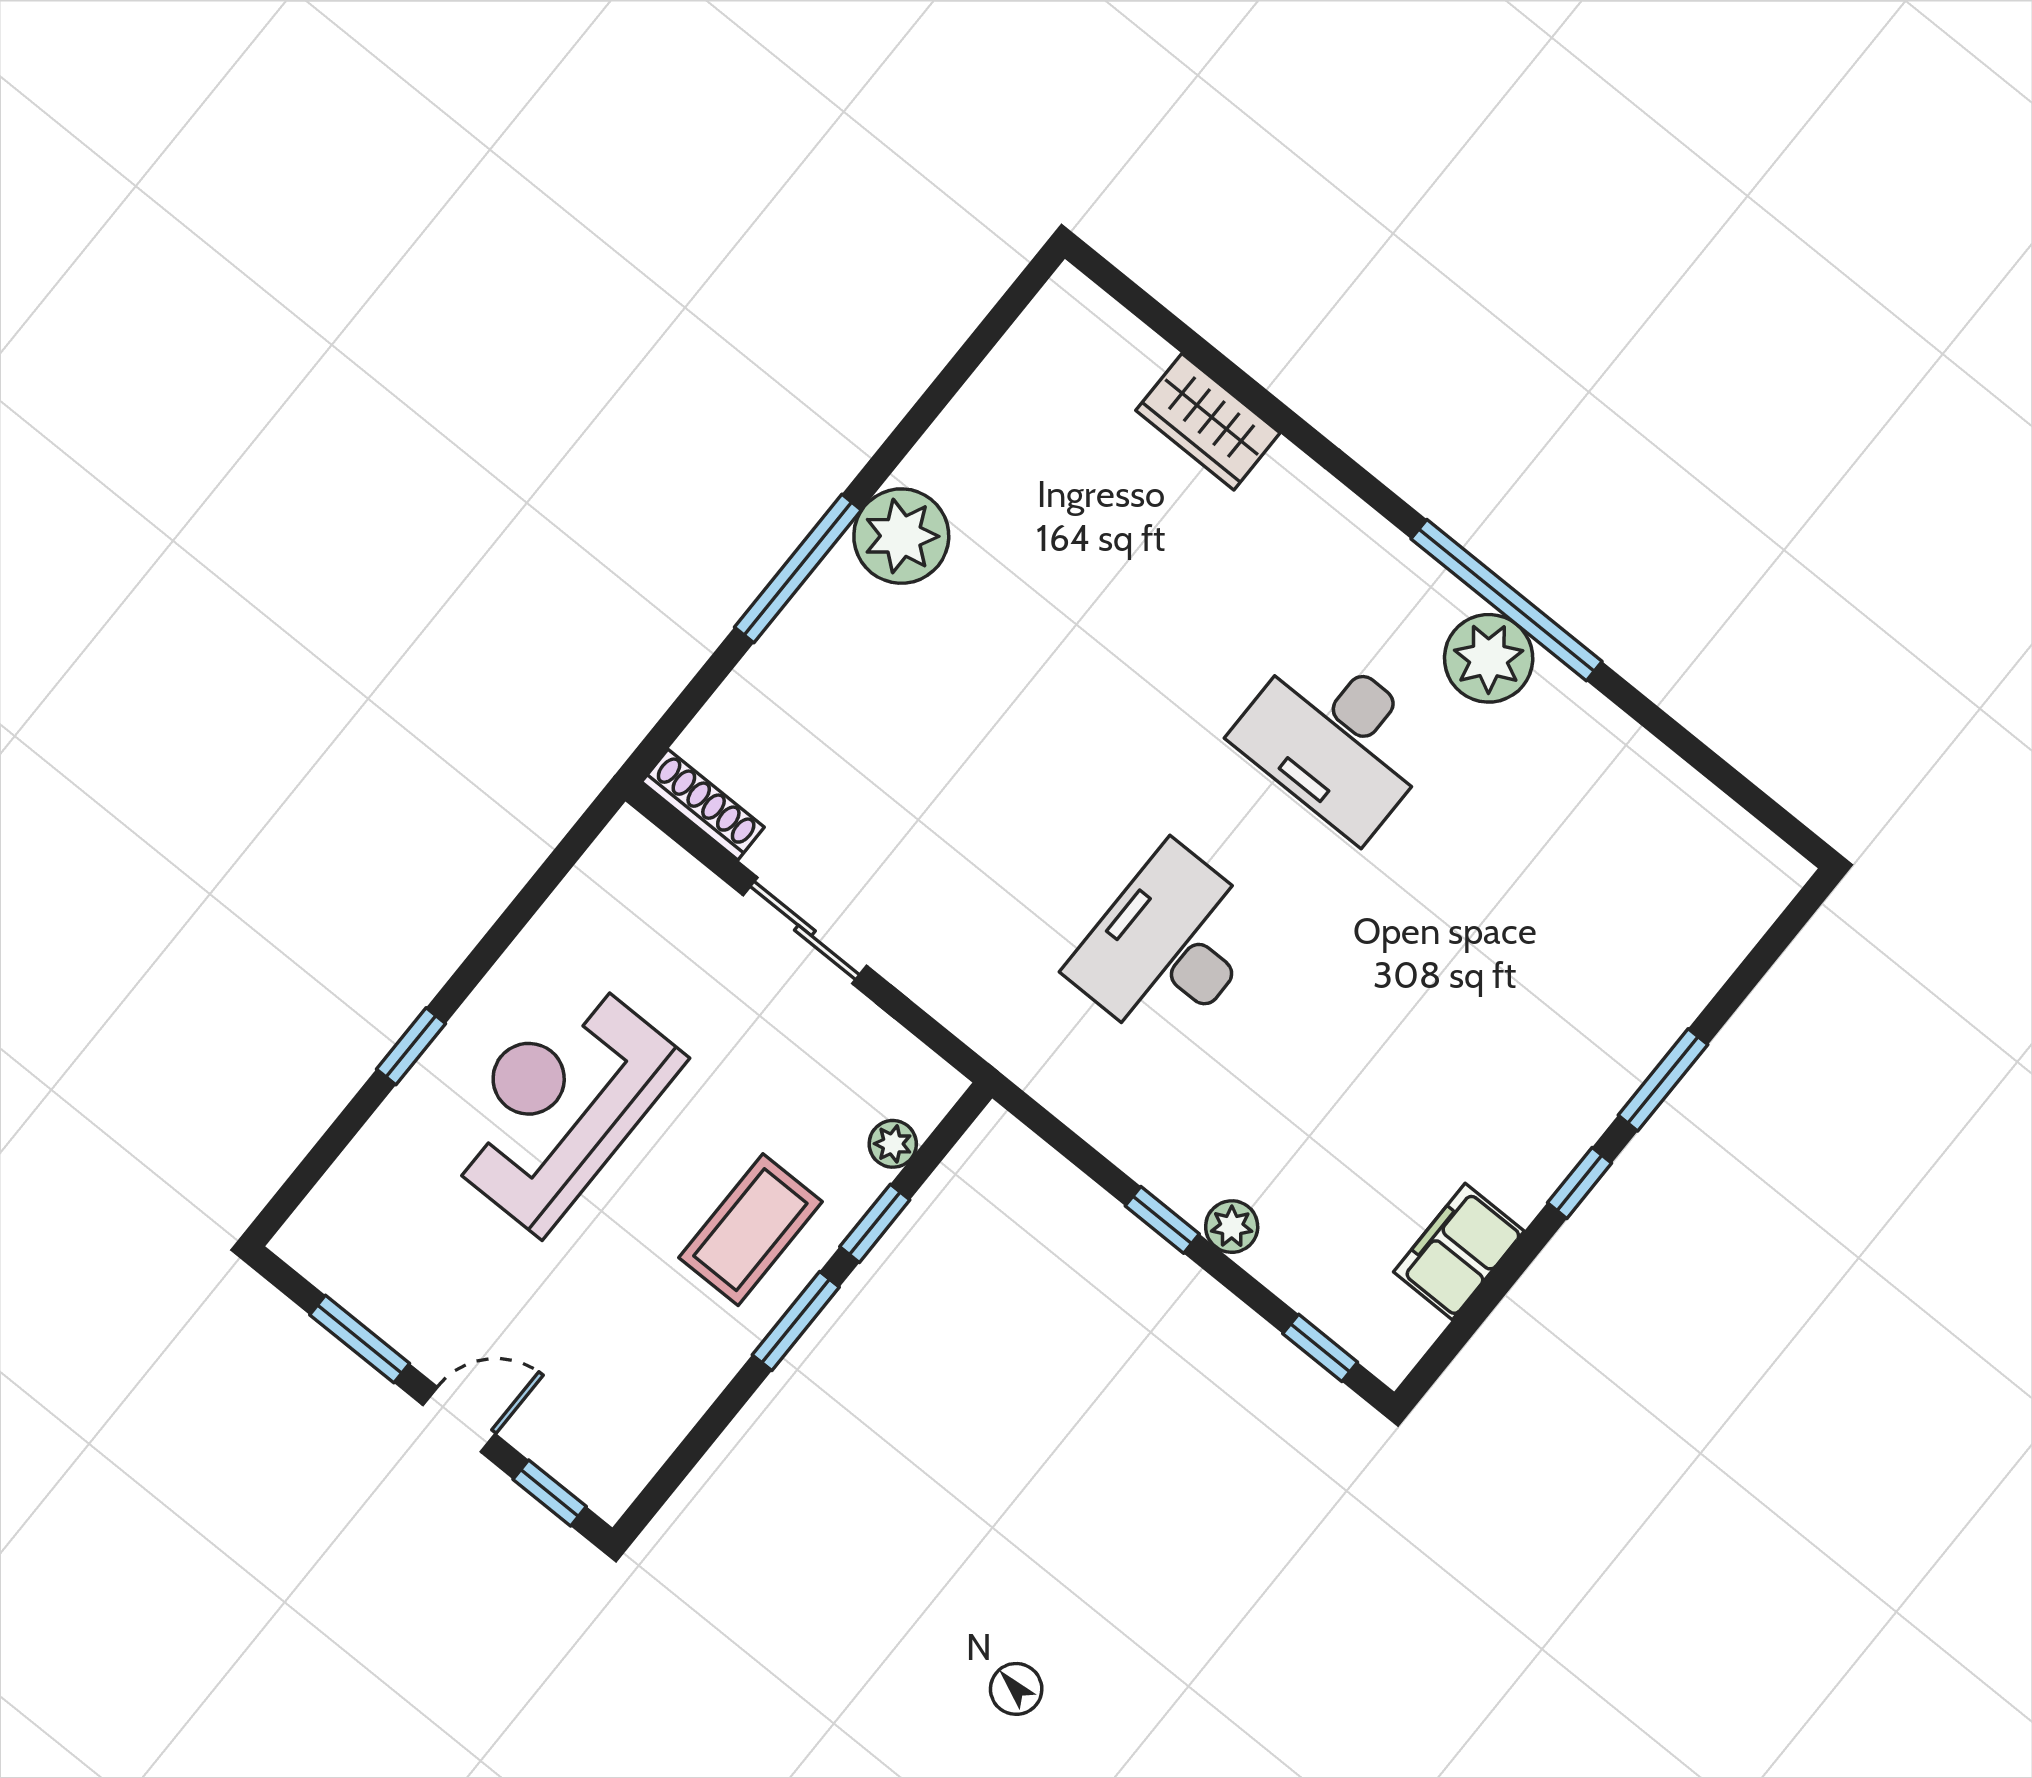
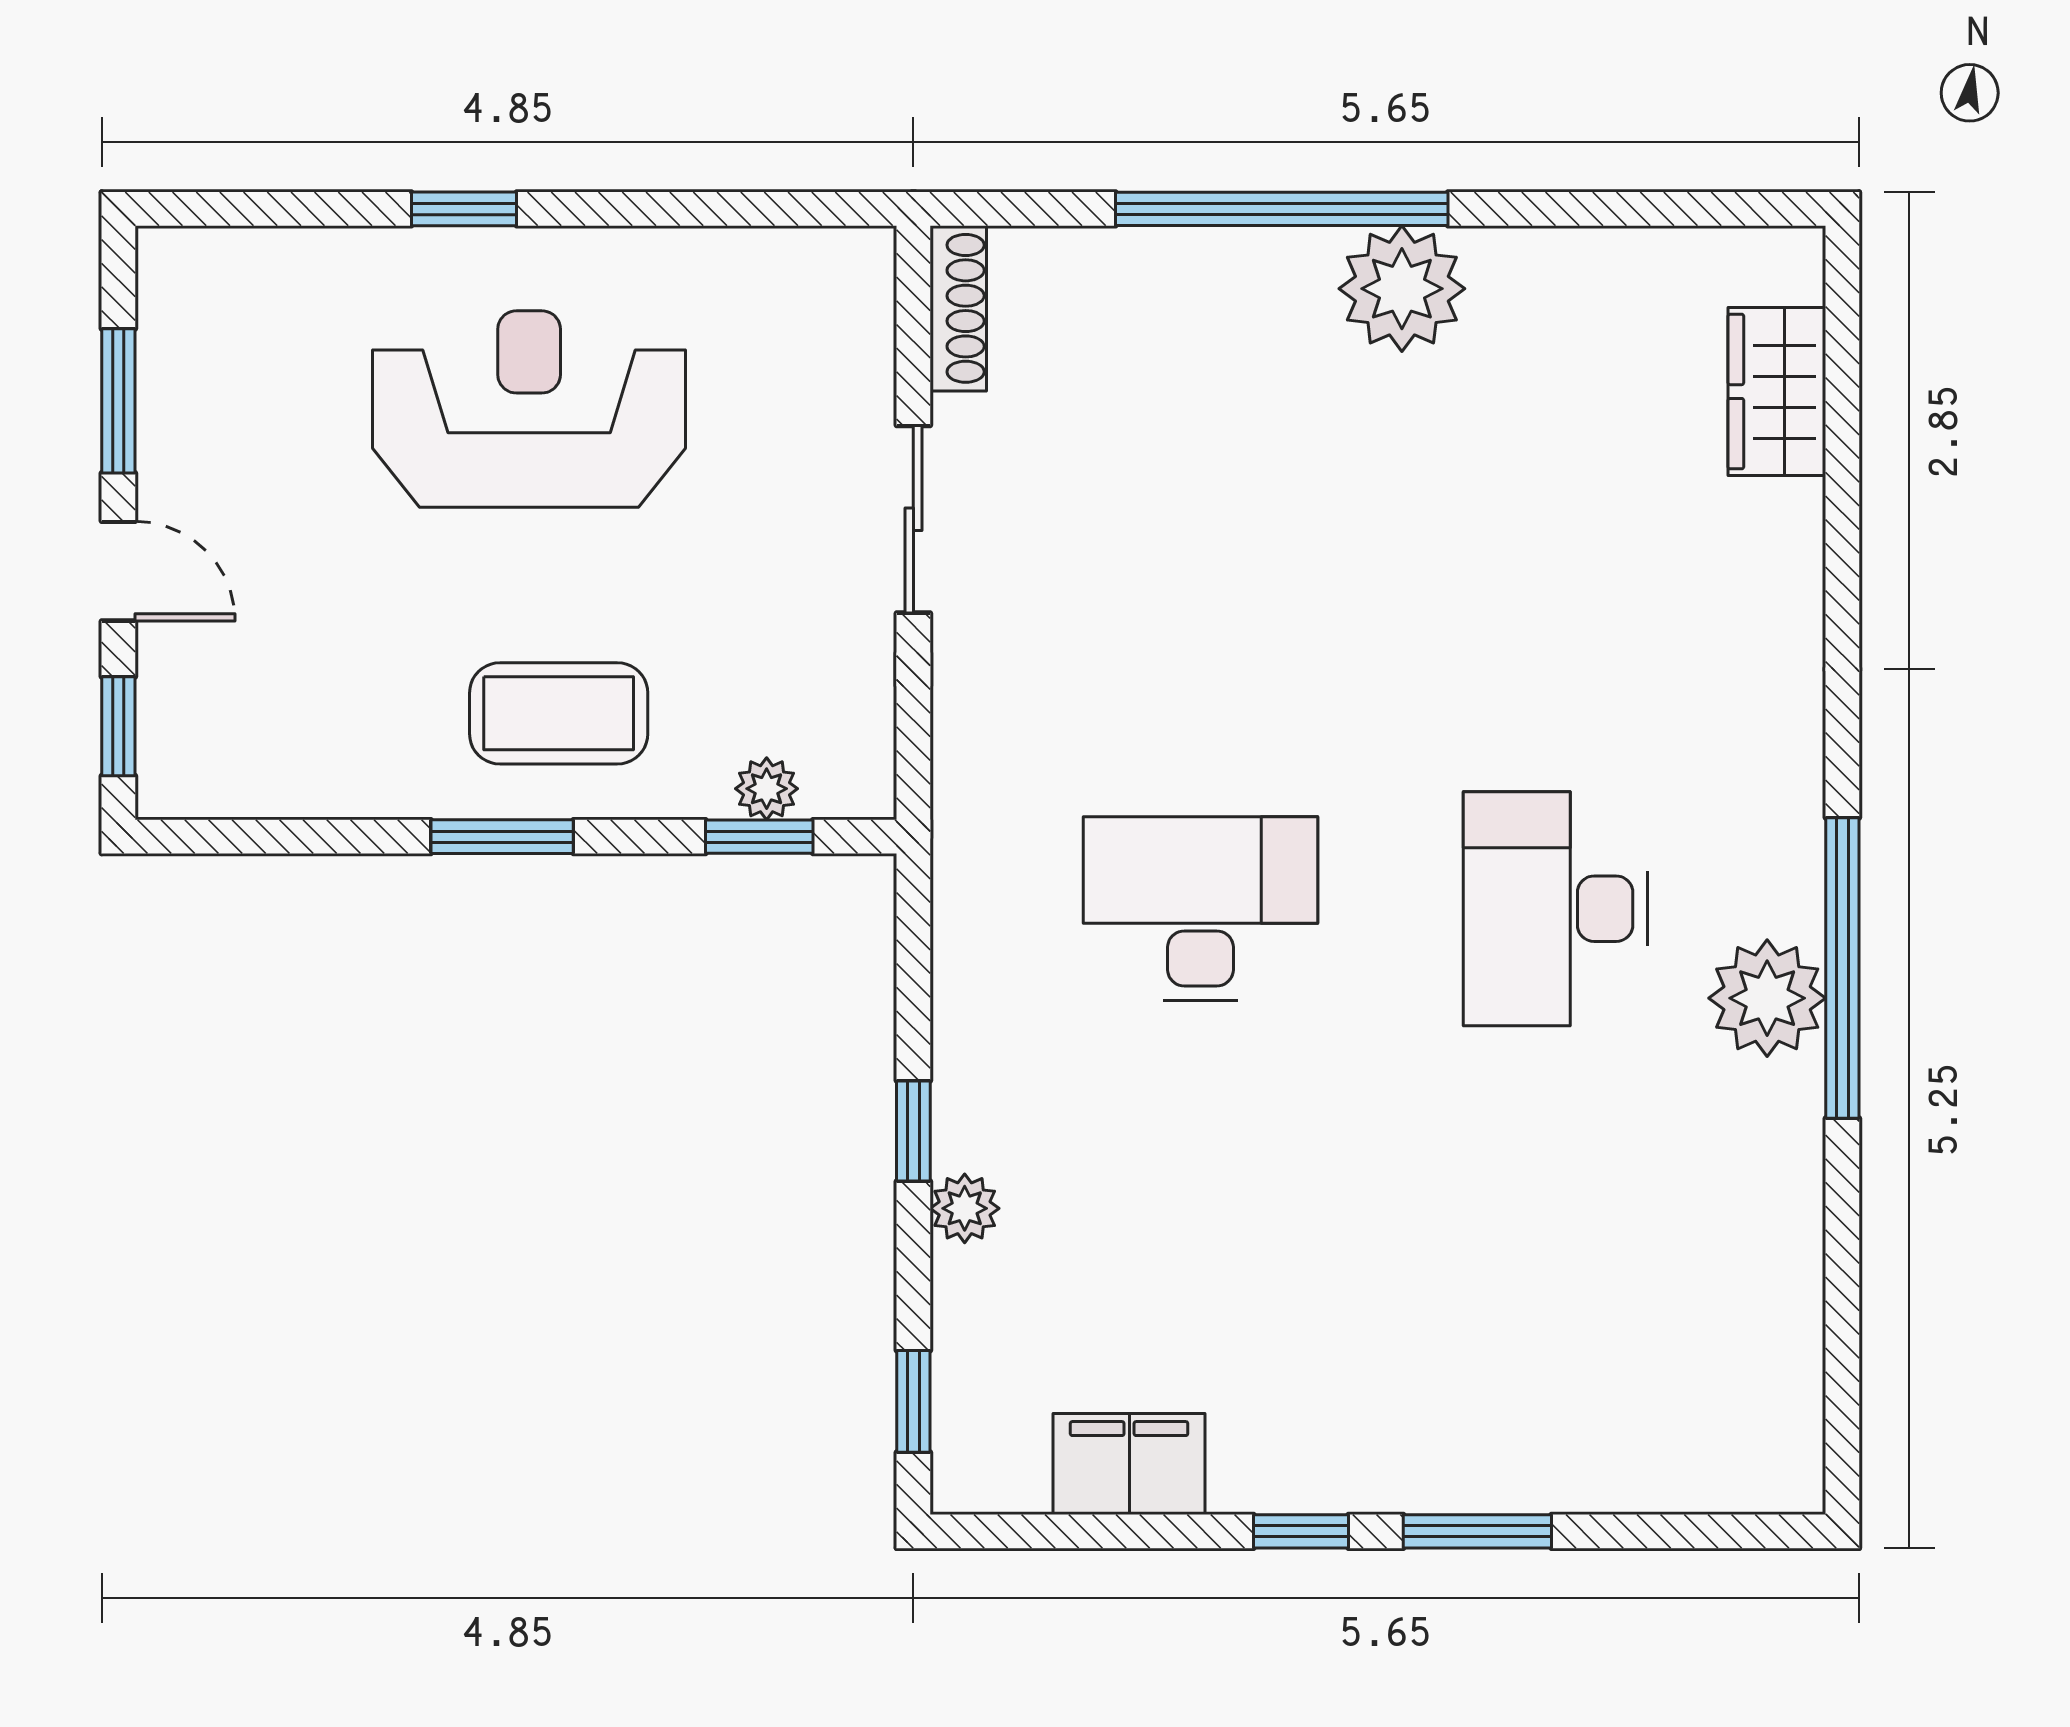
wardrobe: (1208, 422) -> (1777, 392), moved
window: (798, 569) -> (1282, 209), width x1.46
window: (875, 1223) -> (759, 837), moved

